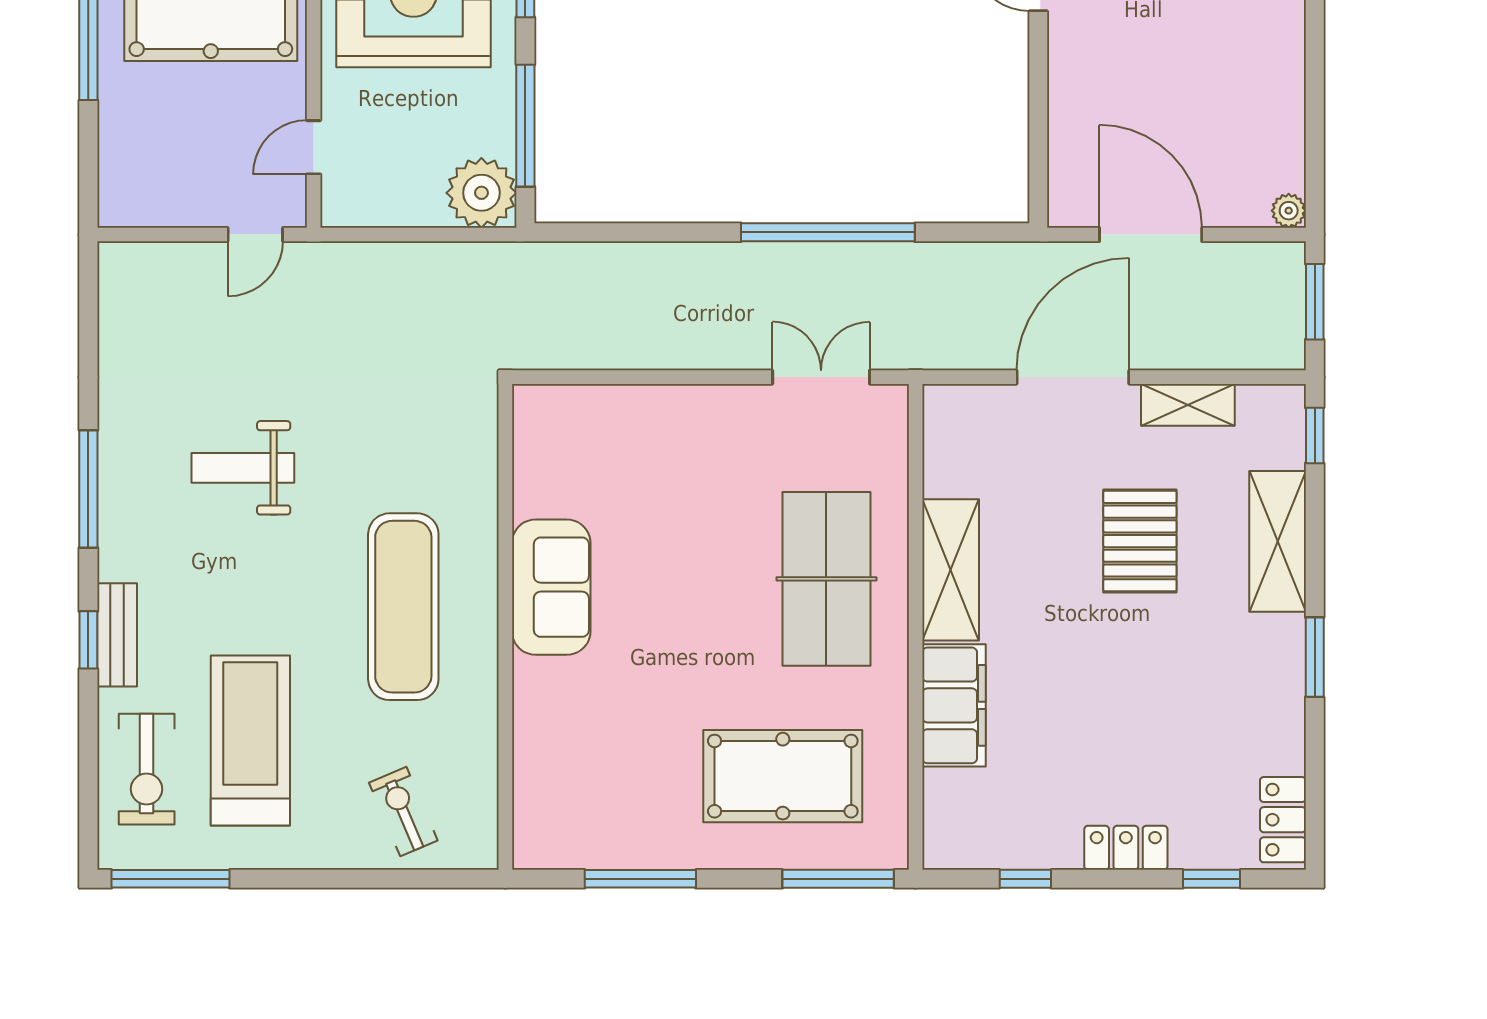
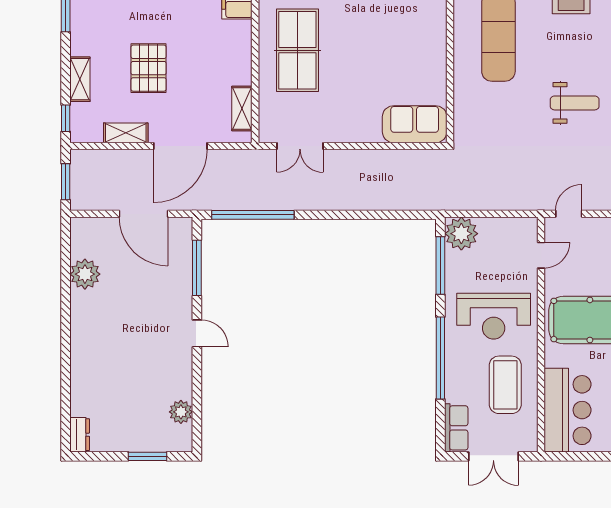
window: (1038, 121) -> (197, 268), added
plant: (1289, 211) -> (85, 274), moved, width x1.87, depth x1.87
window: (828, 232) -> (253, 215), moved
shelving: (1278, 541) -> (80, 79), width x0.67, depth x0.75
shelving: (951, 570) -> (242, 108), moved, width x0.67, depth x0.75
sofa: (551, 587) -> (415, 124), moved, turned 90

